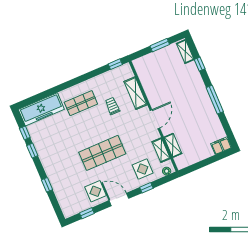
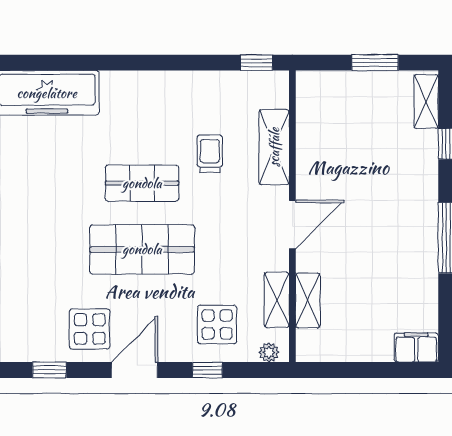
shop shelf: (81, 103) -> (142, 183), moved
door: (119, 199) -> (135, 370), hinge flipped

